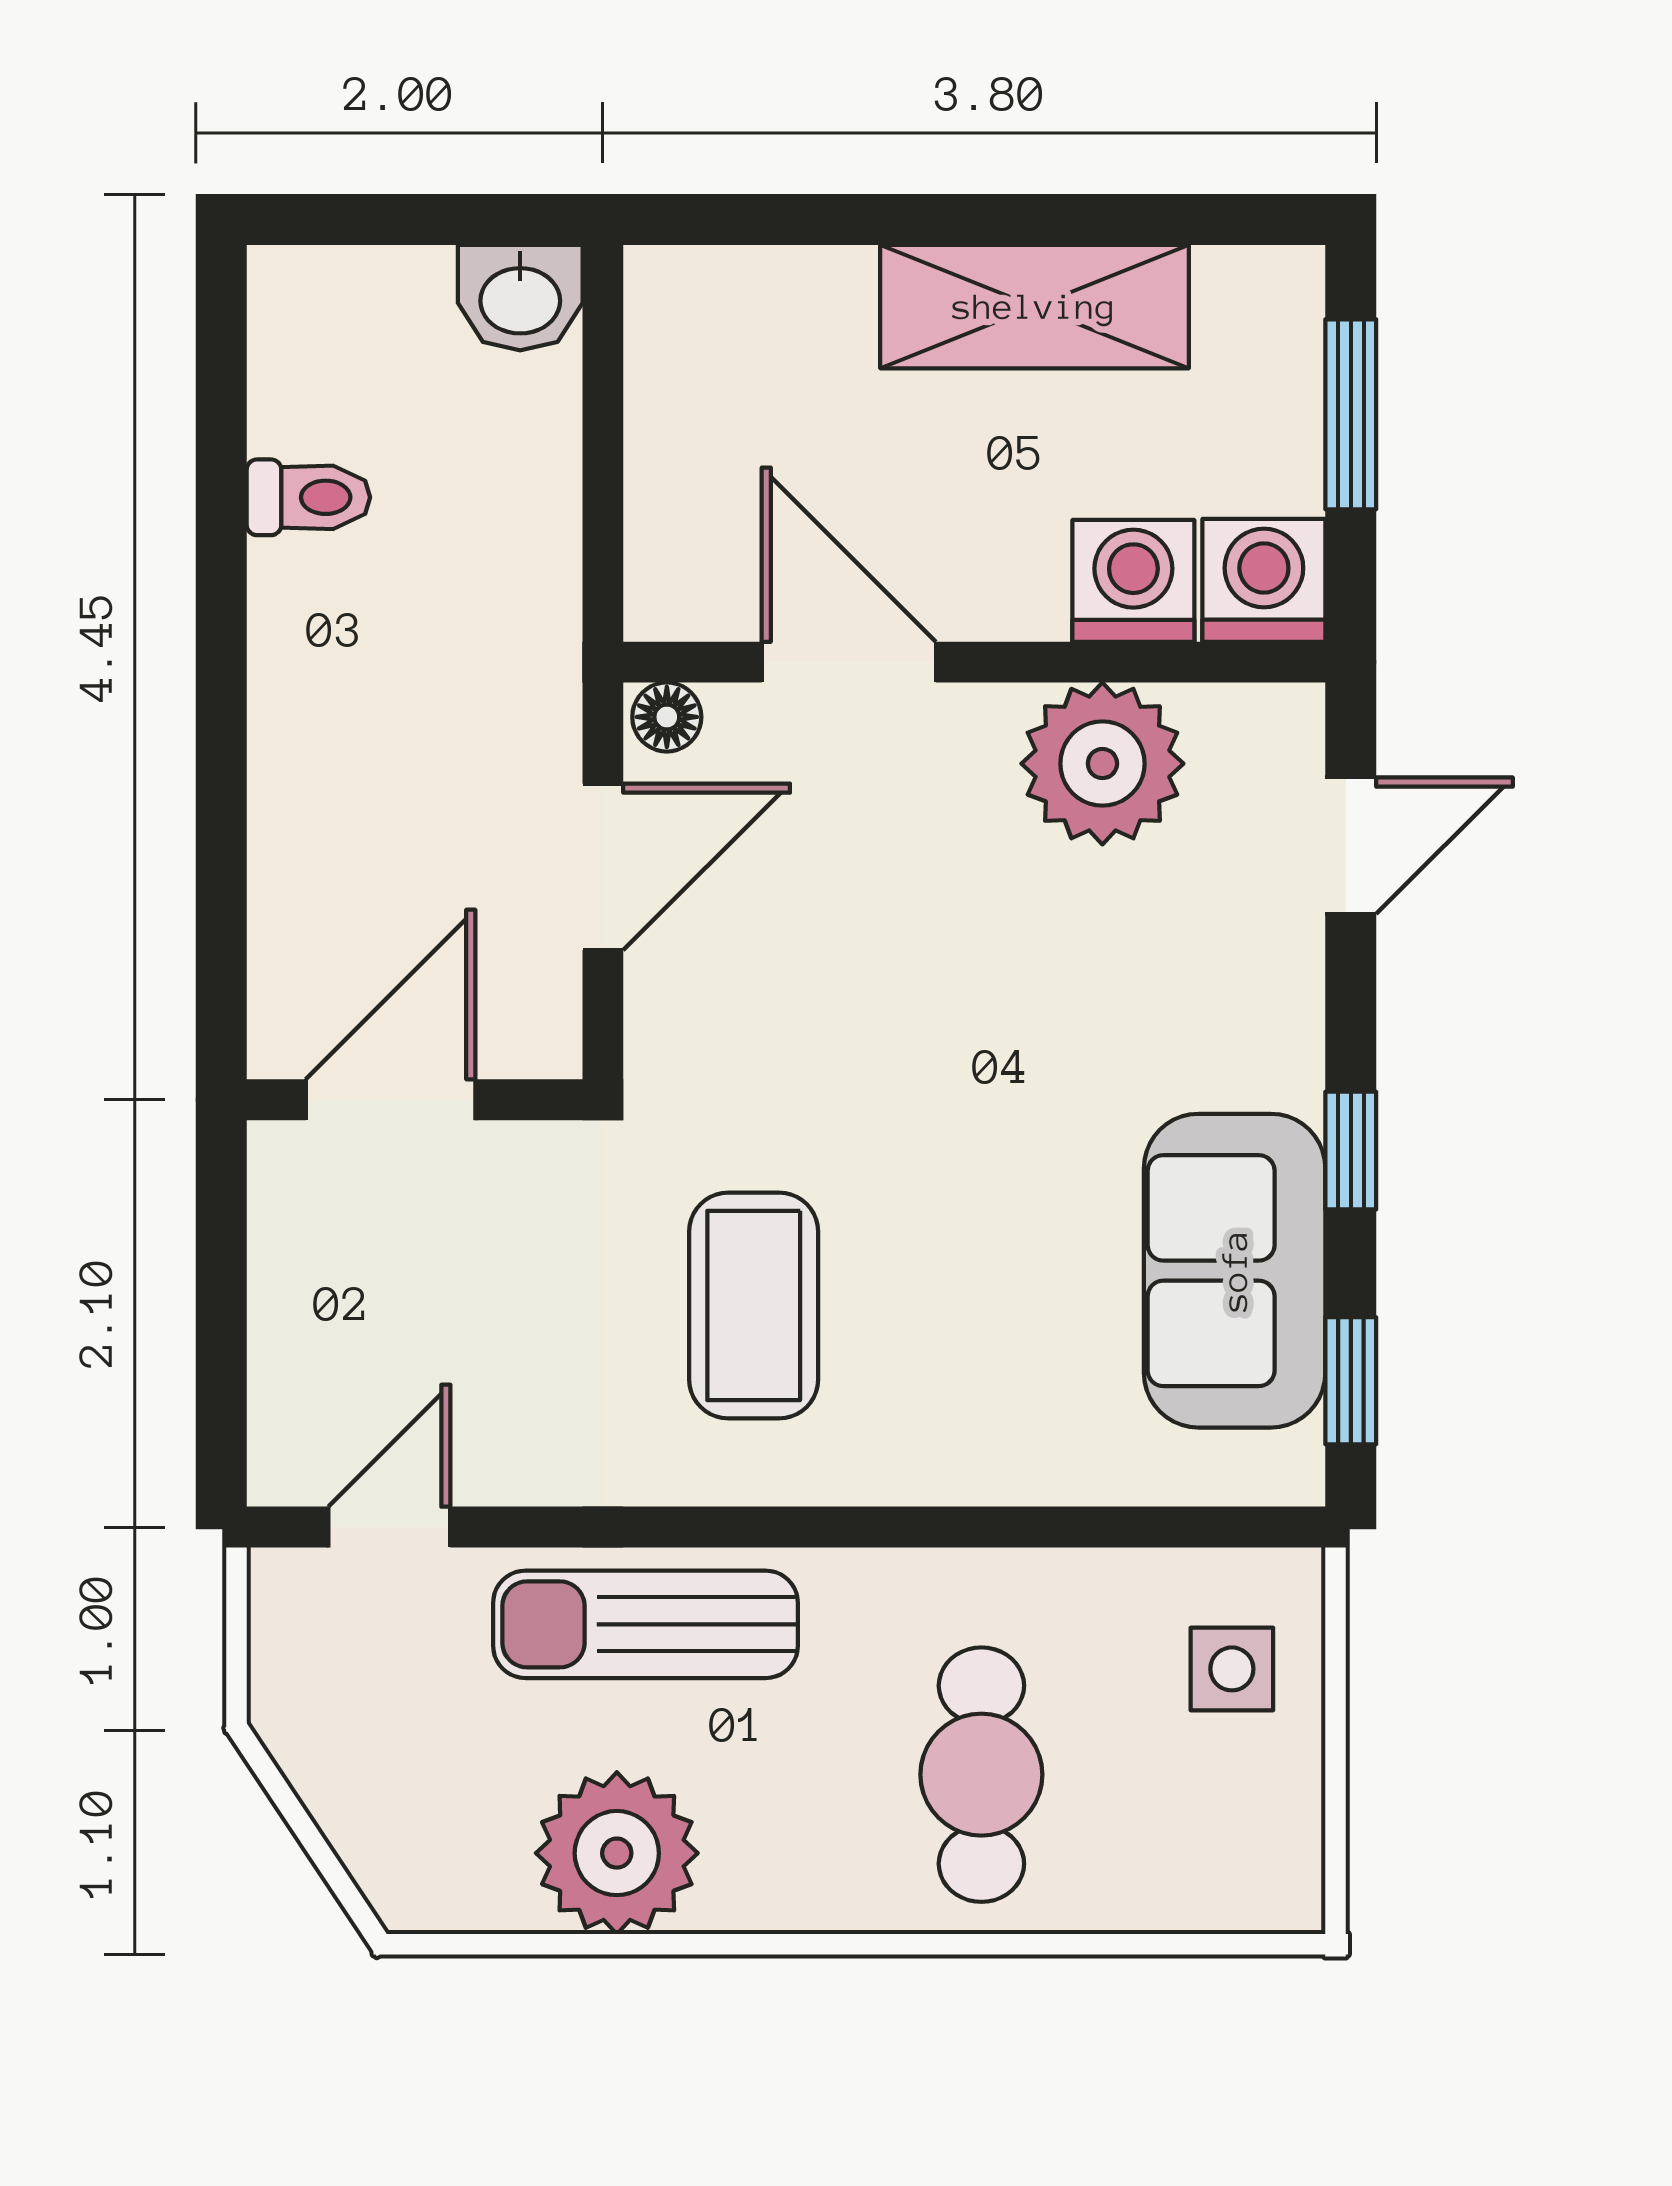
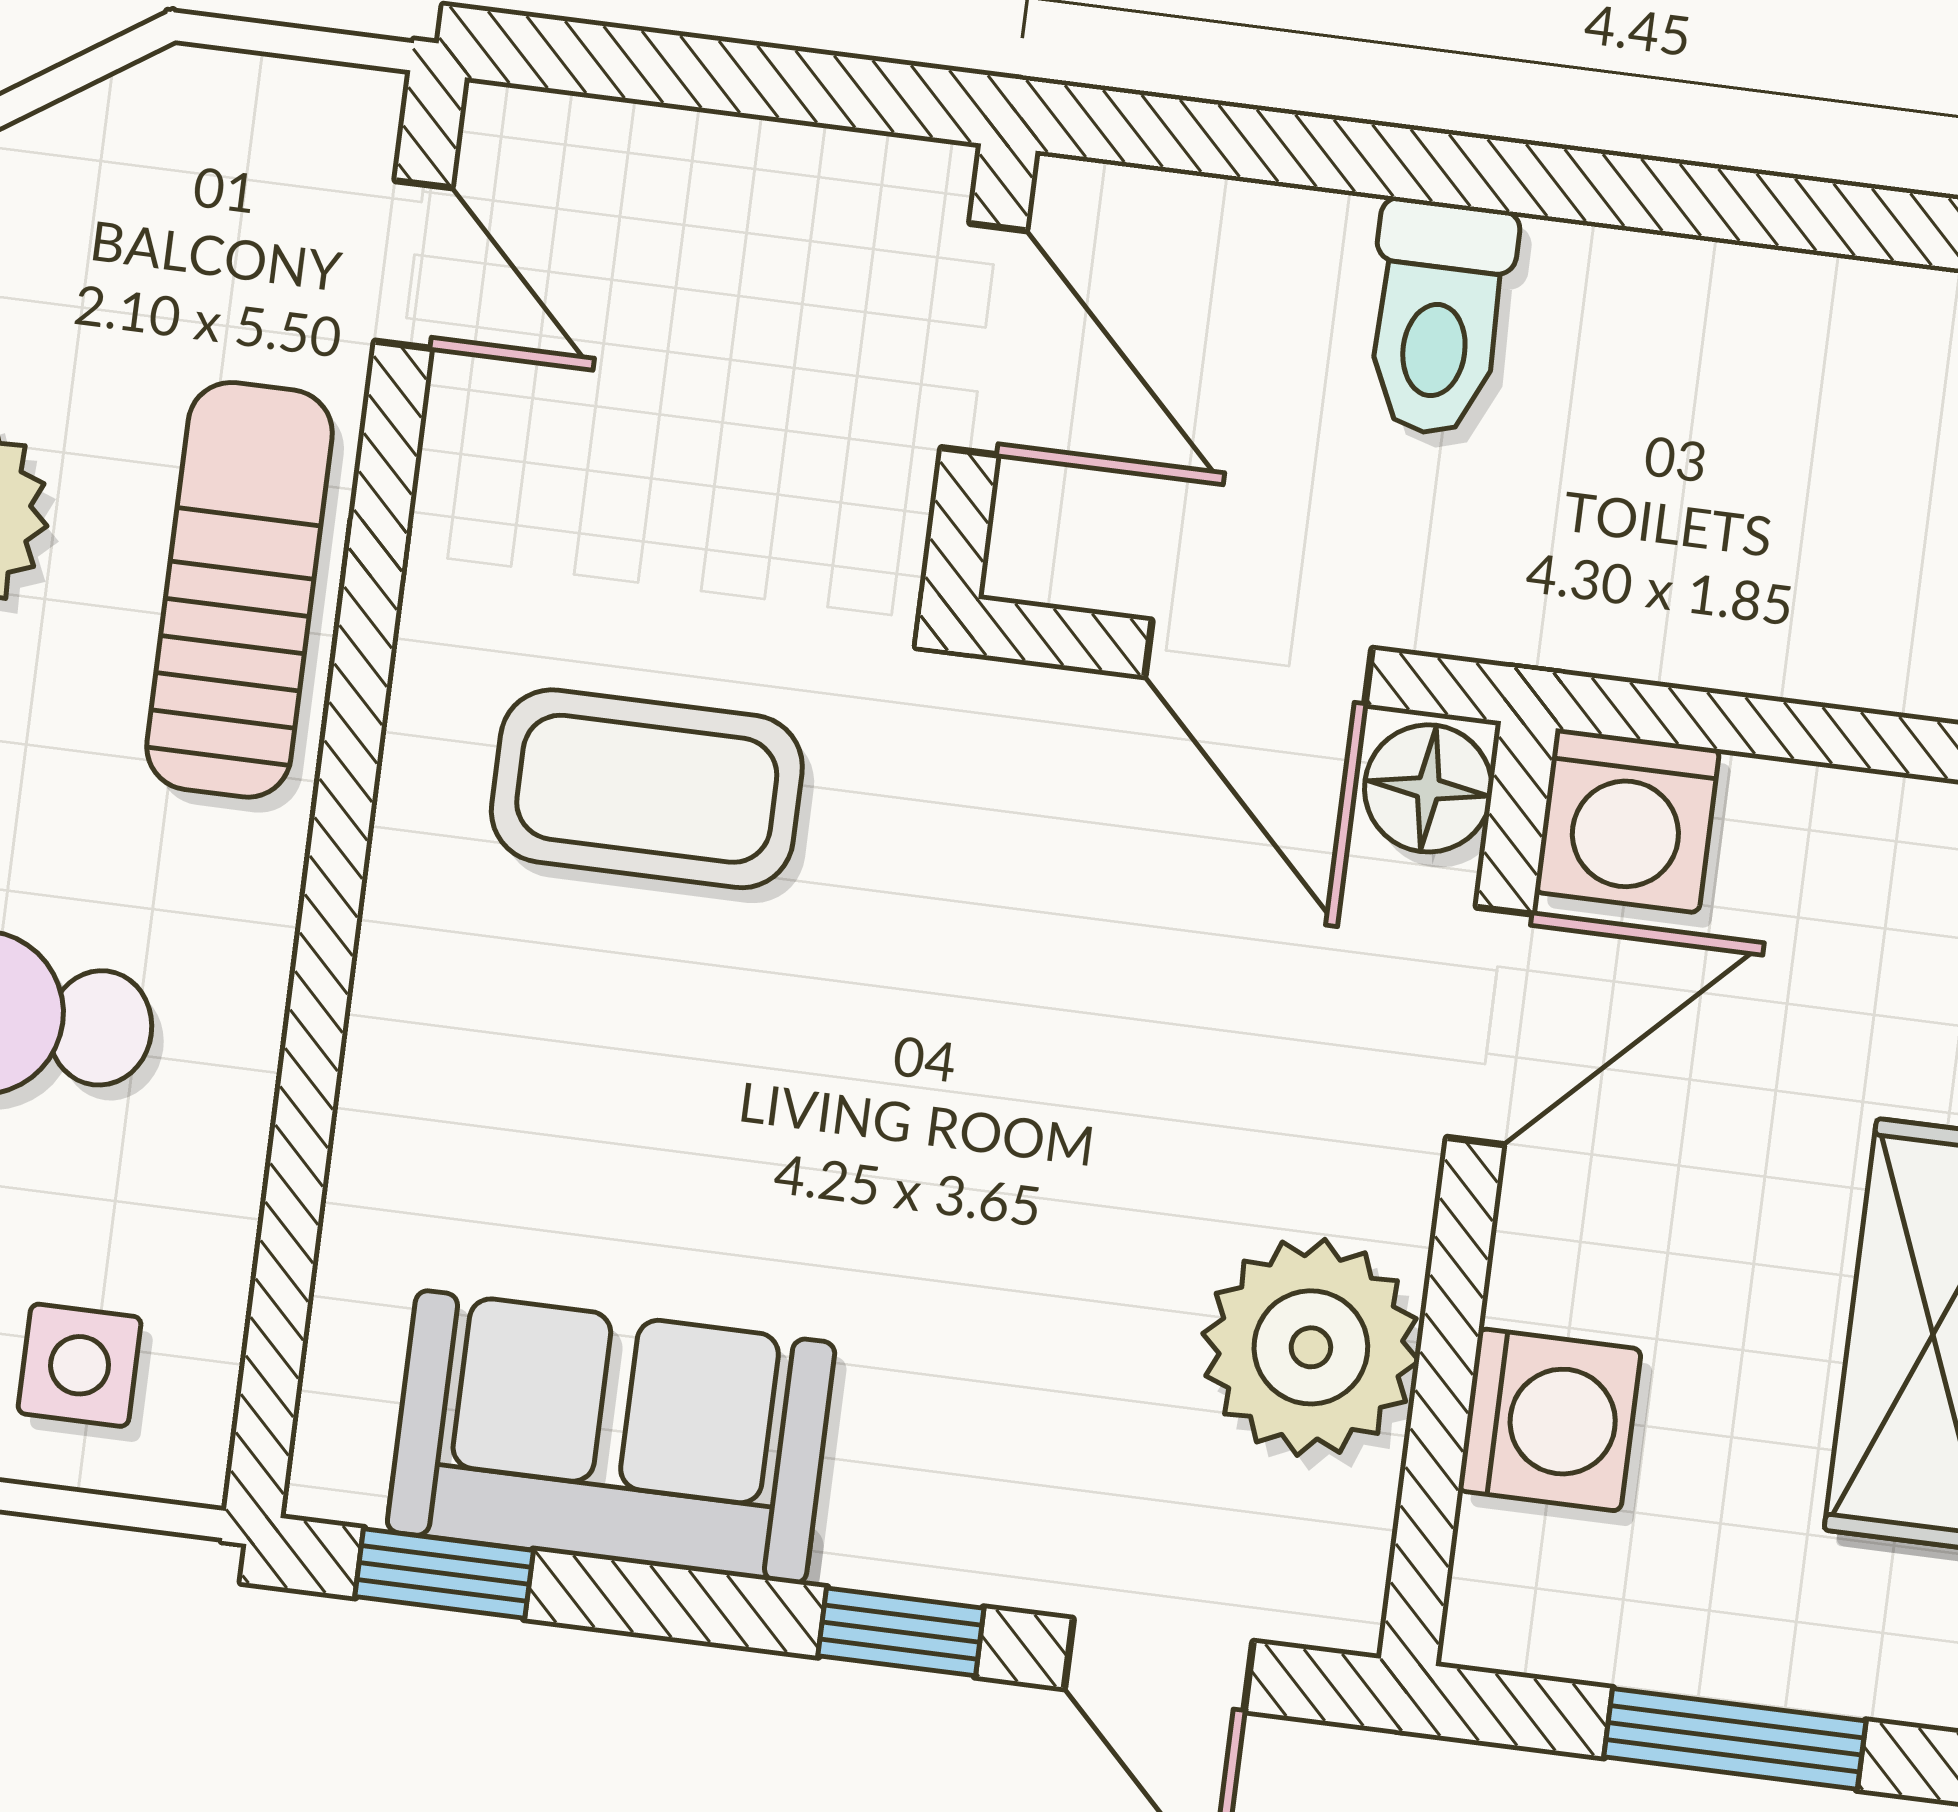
toilet: (308, 497) -> (1438, 318), moved, width x1.37, depth x1.39
washing machine: (1264, 580) -> (1627, 821), moved, turned 90
floor lamp: (667, 717) -> (1428, 788), width x1.37, depth x1.37
window: (1351, 1151) -> (901, 1632), moved

